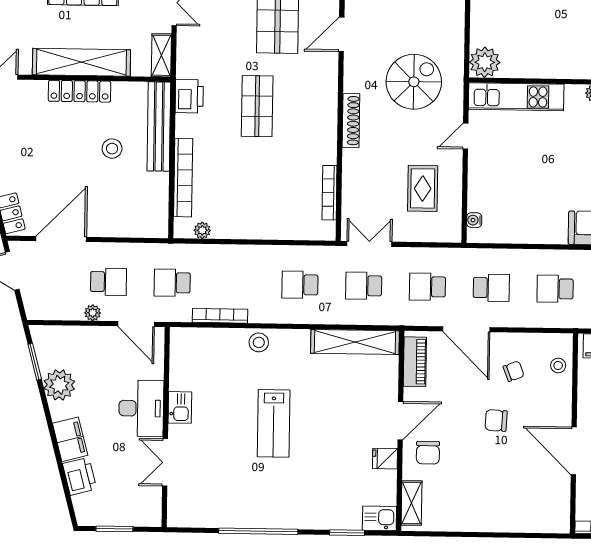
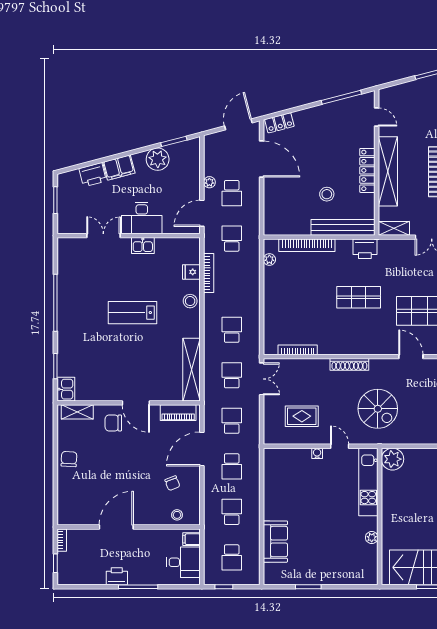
water cooler: (474, 220) -> (317, 453), moved
chair: (496, 420) -> (69, 459), moved
fridge: (385, 459) -> (191, 272), moved, turned -90

